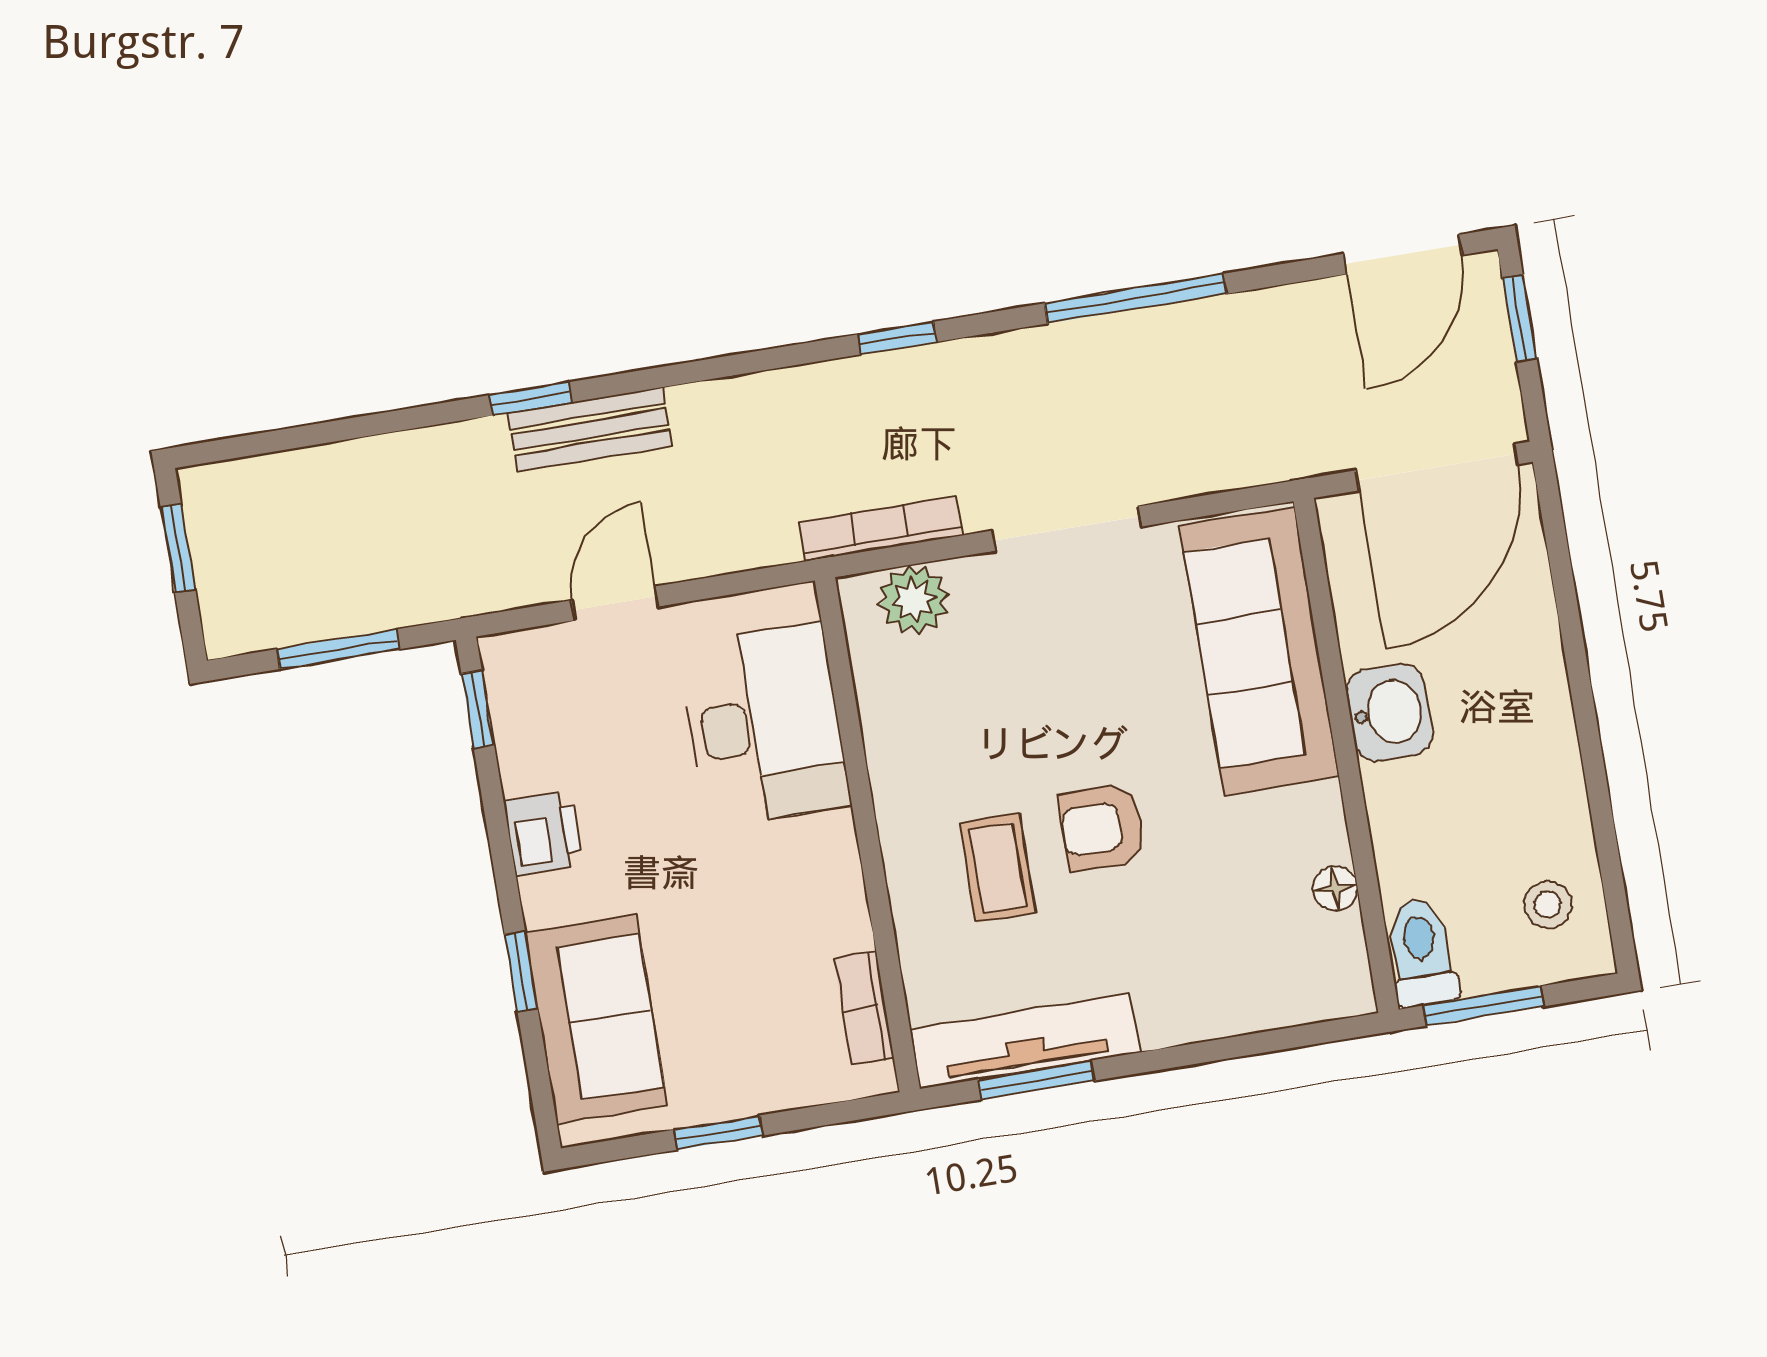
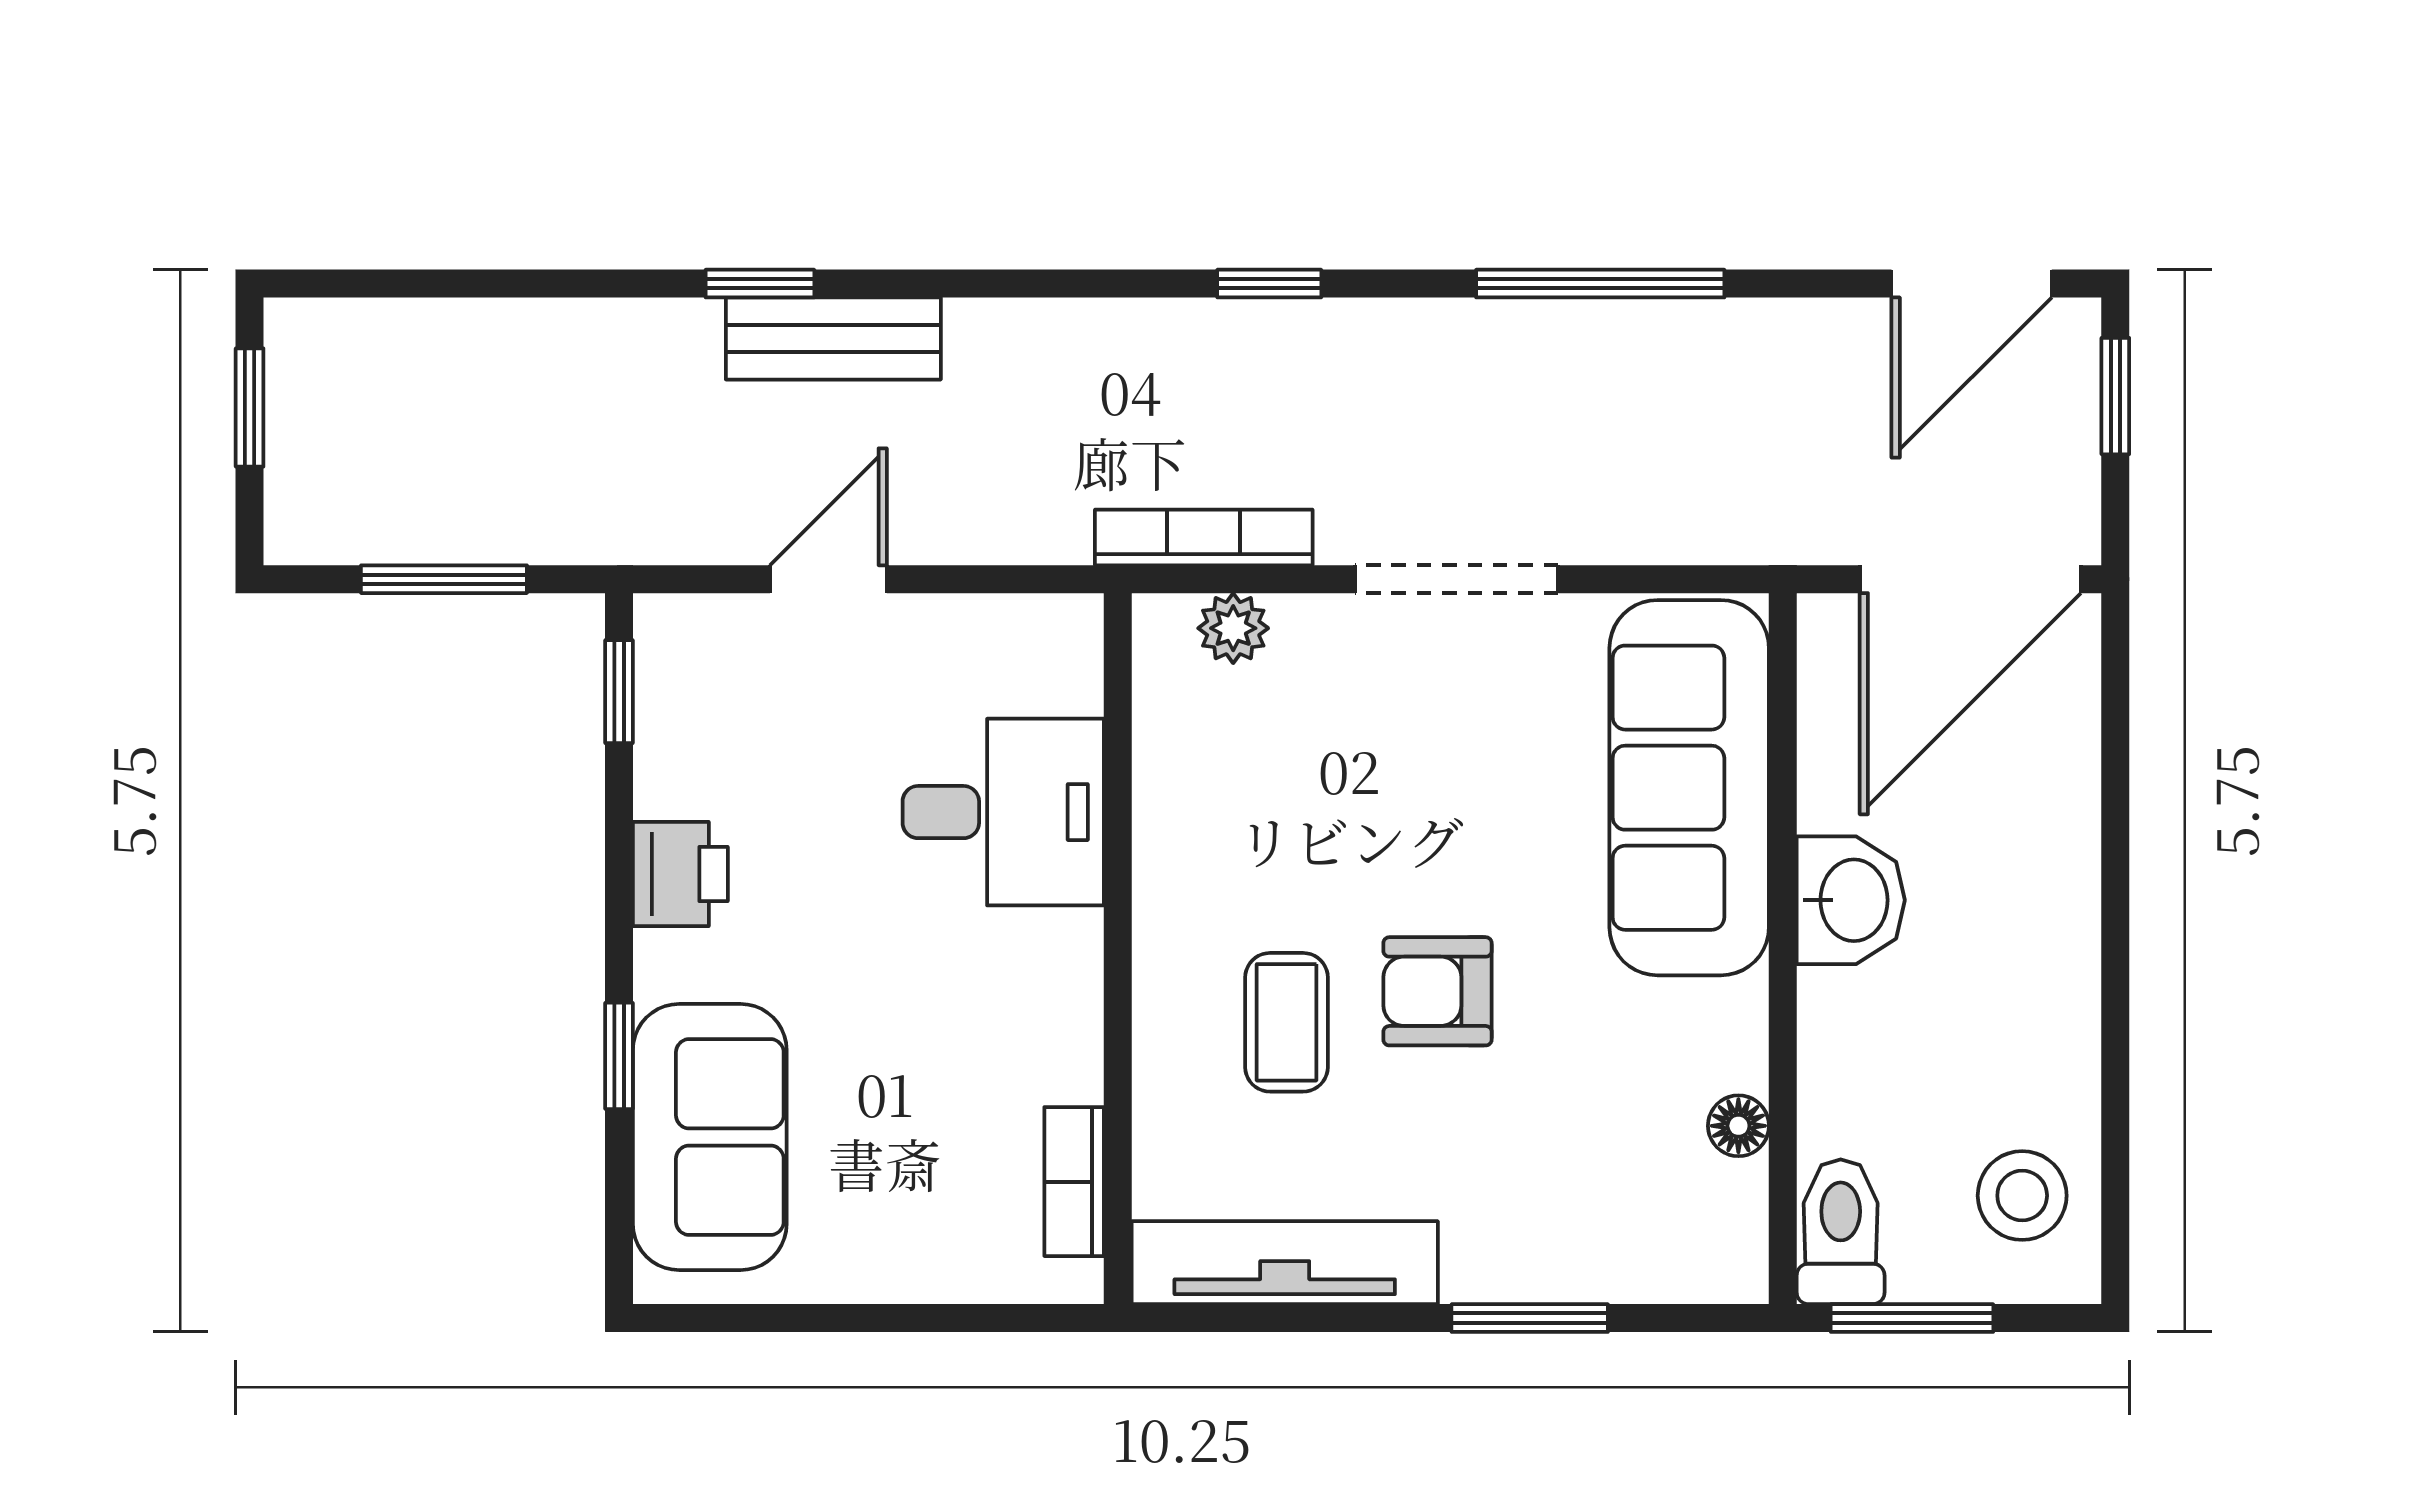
plant: (914, 600) -> (1233, 628), width x0.73, depth x0.73
desk: (765, 725) -> (1003, 812), width x0.73
stool: (1548, 905) -> (2022, 1196), width x1.37, depth x1.37
window: (1036, 1080) -> (1530, 1318), moved
window: (719, 1133) -> (850, 1318), removed

